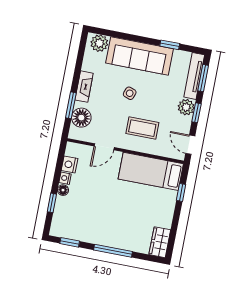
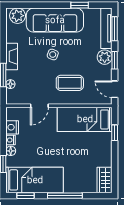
floor lamp: (81, 118) -> (10, 84), width x0.53, depth x0.53
bed: (83, 227) -> (35, 180), added

